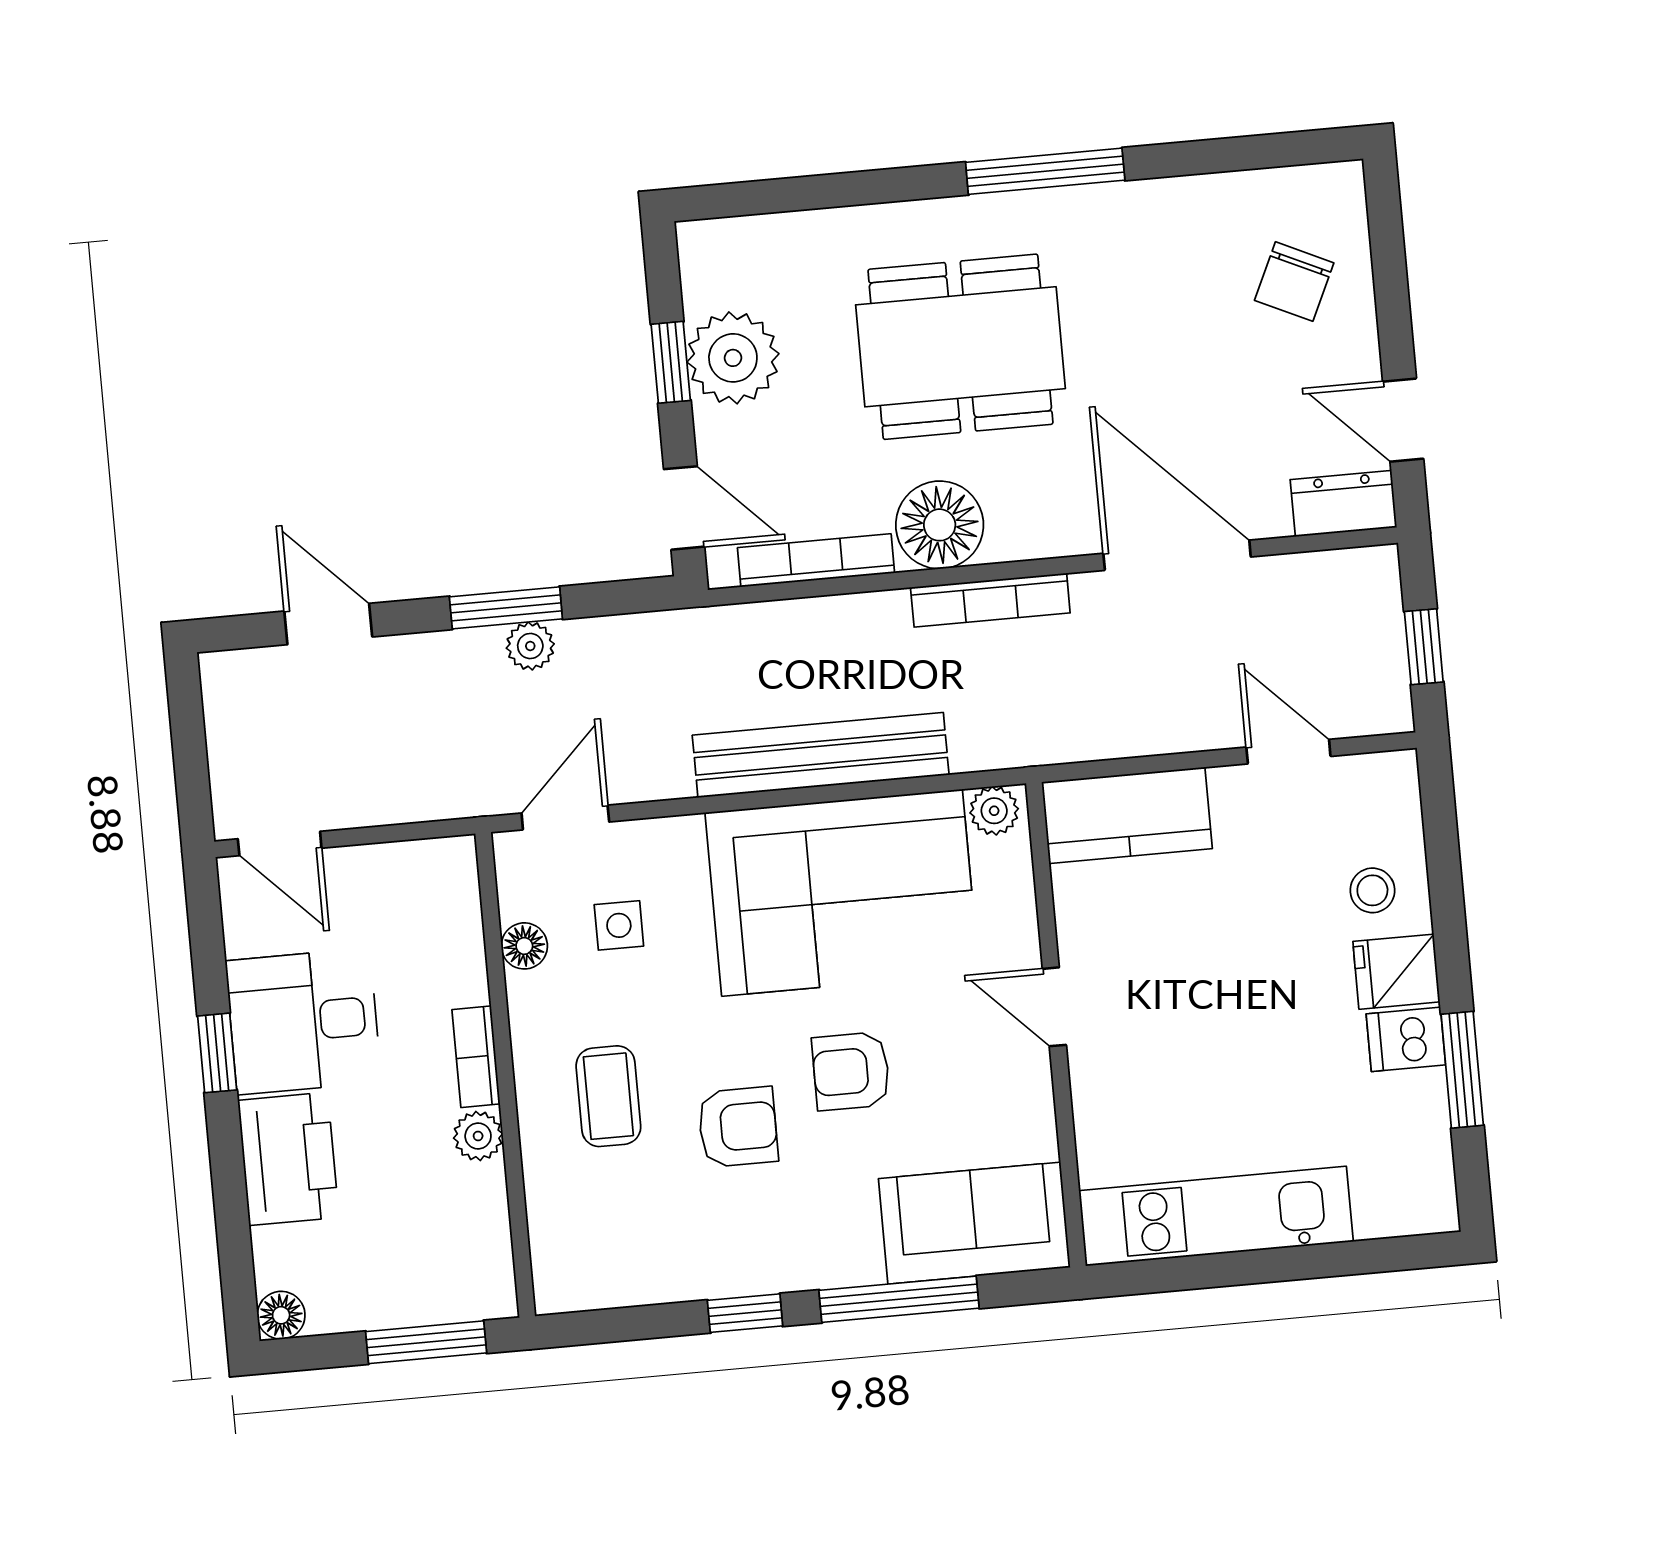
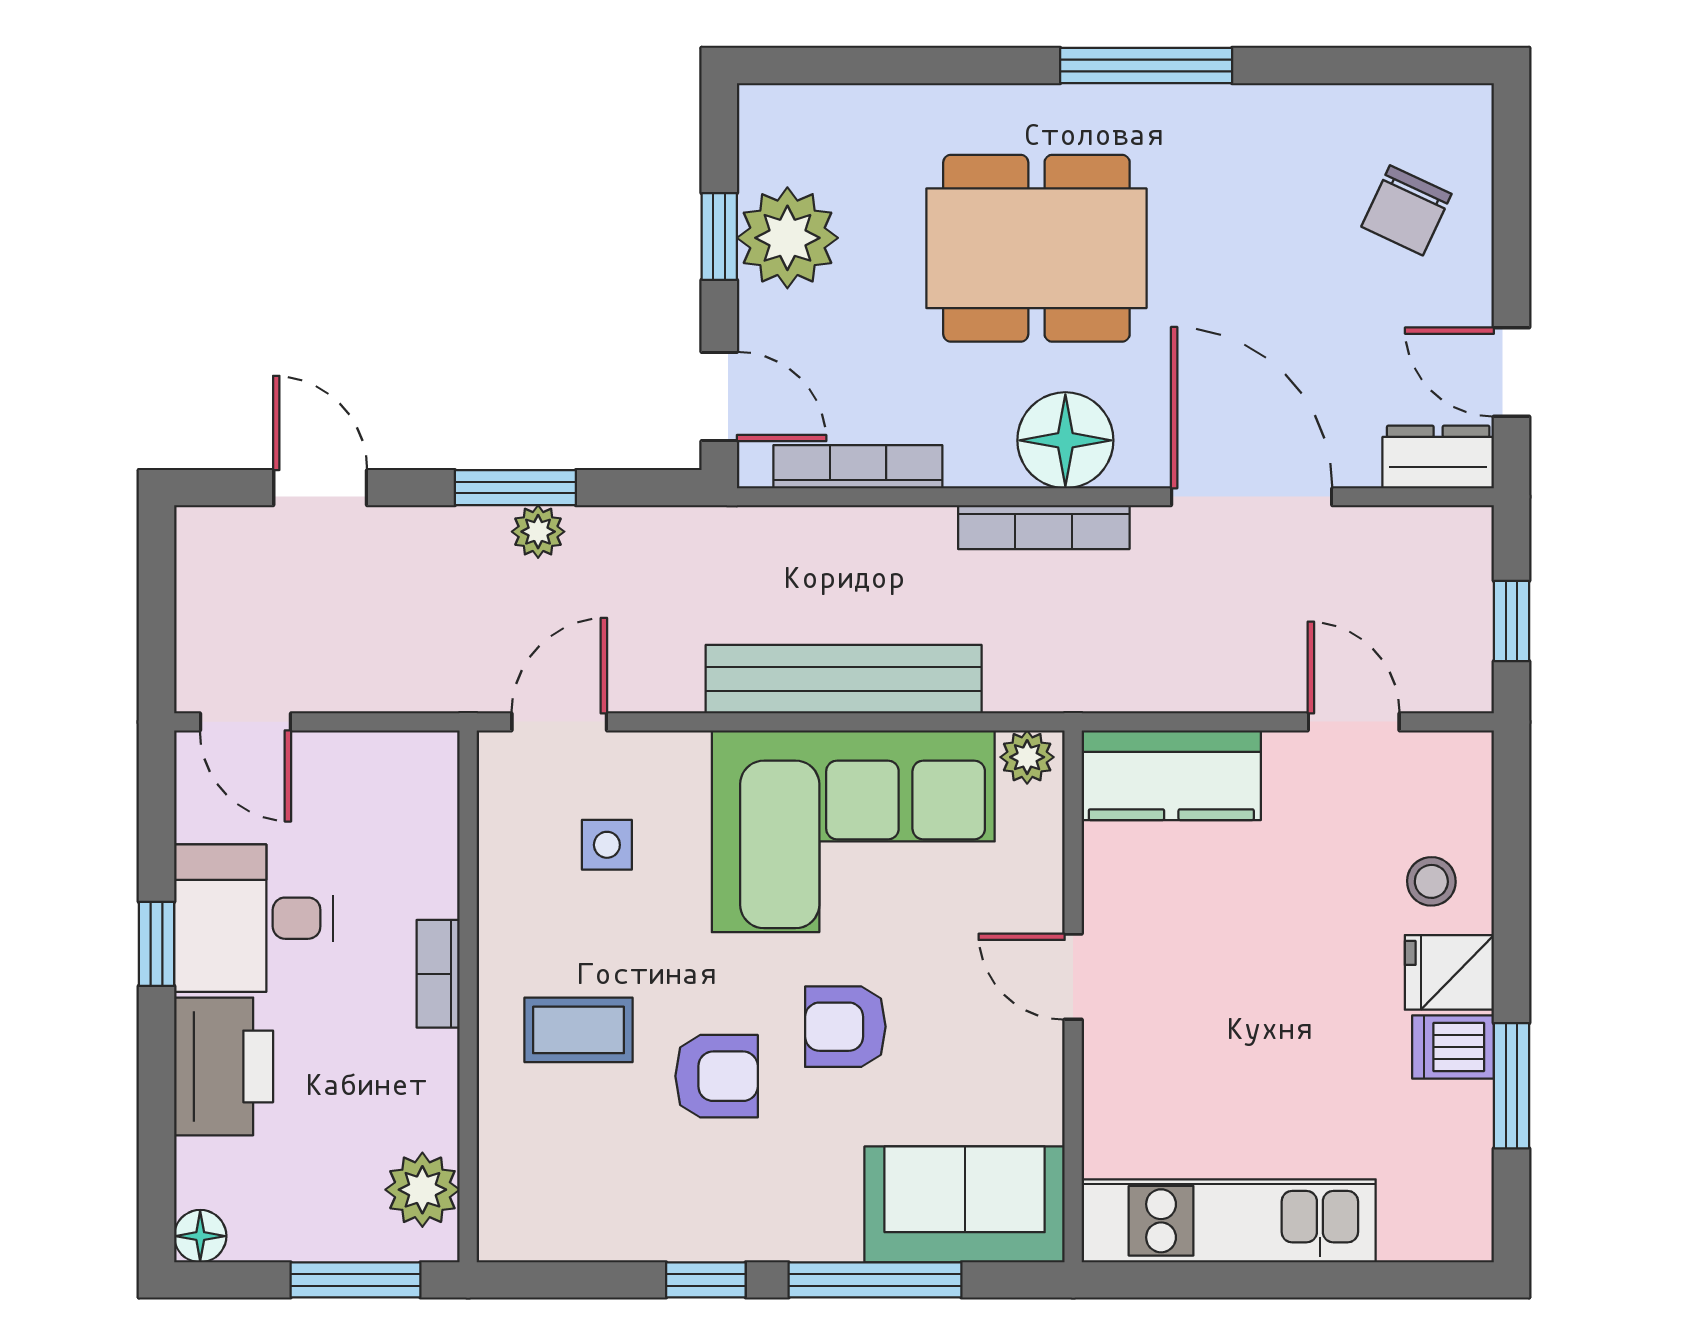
floor lamp: (940, 525) -> (1065, 440), moved
floor lamp: (524, 946) -> (502, 858), removed
coffee table: (608, 1096) -> (579, 1030), turned 90
plant: (478, 1136) -> (422, 1190), moved, width x1.38, depth x1.38

